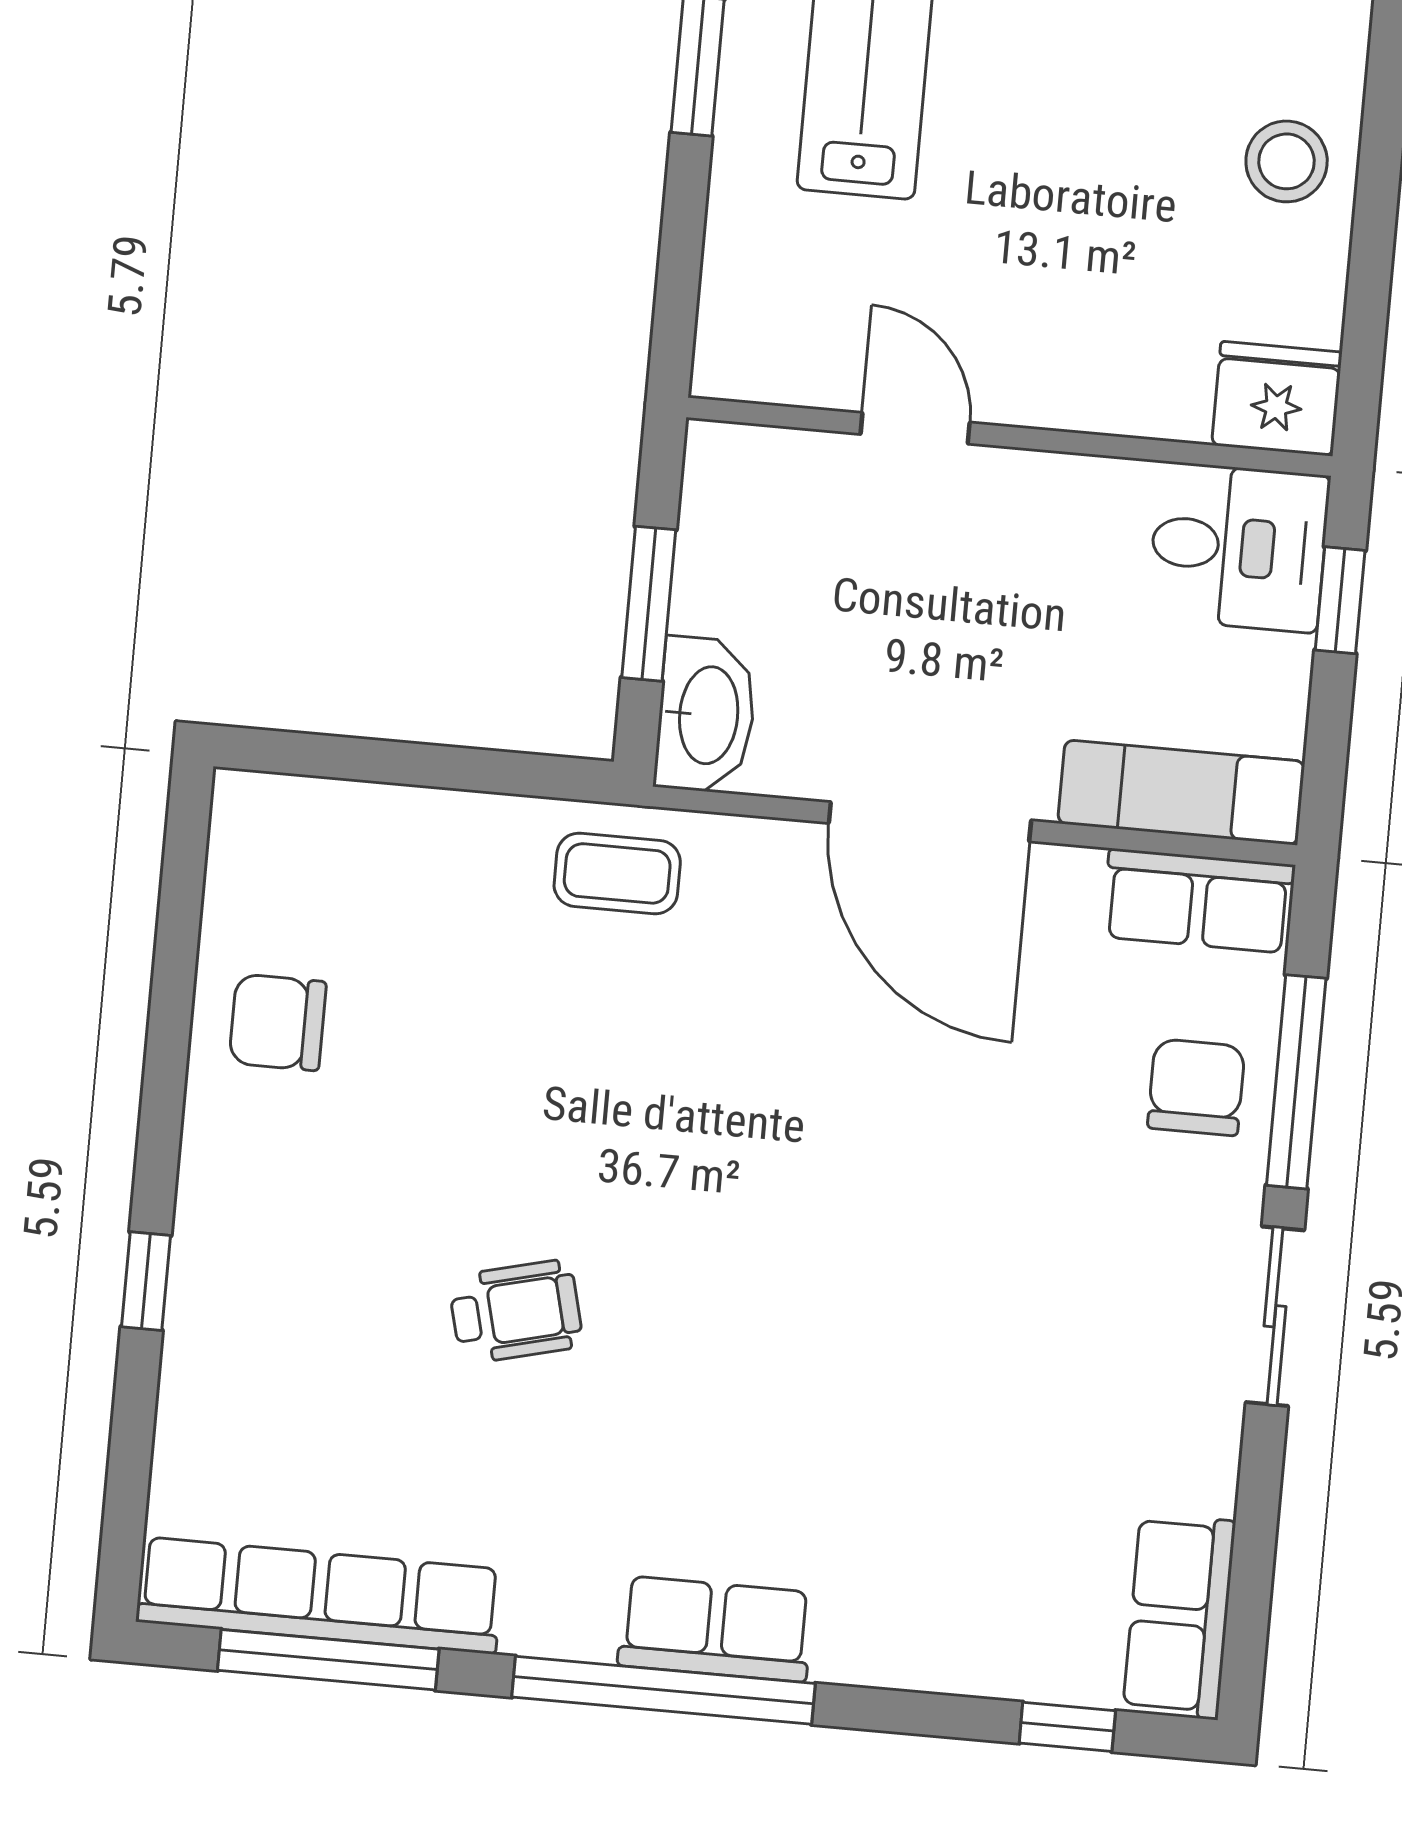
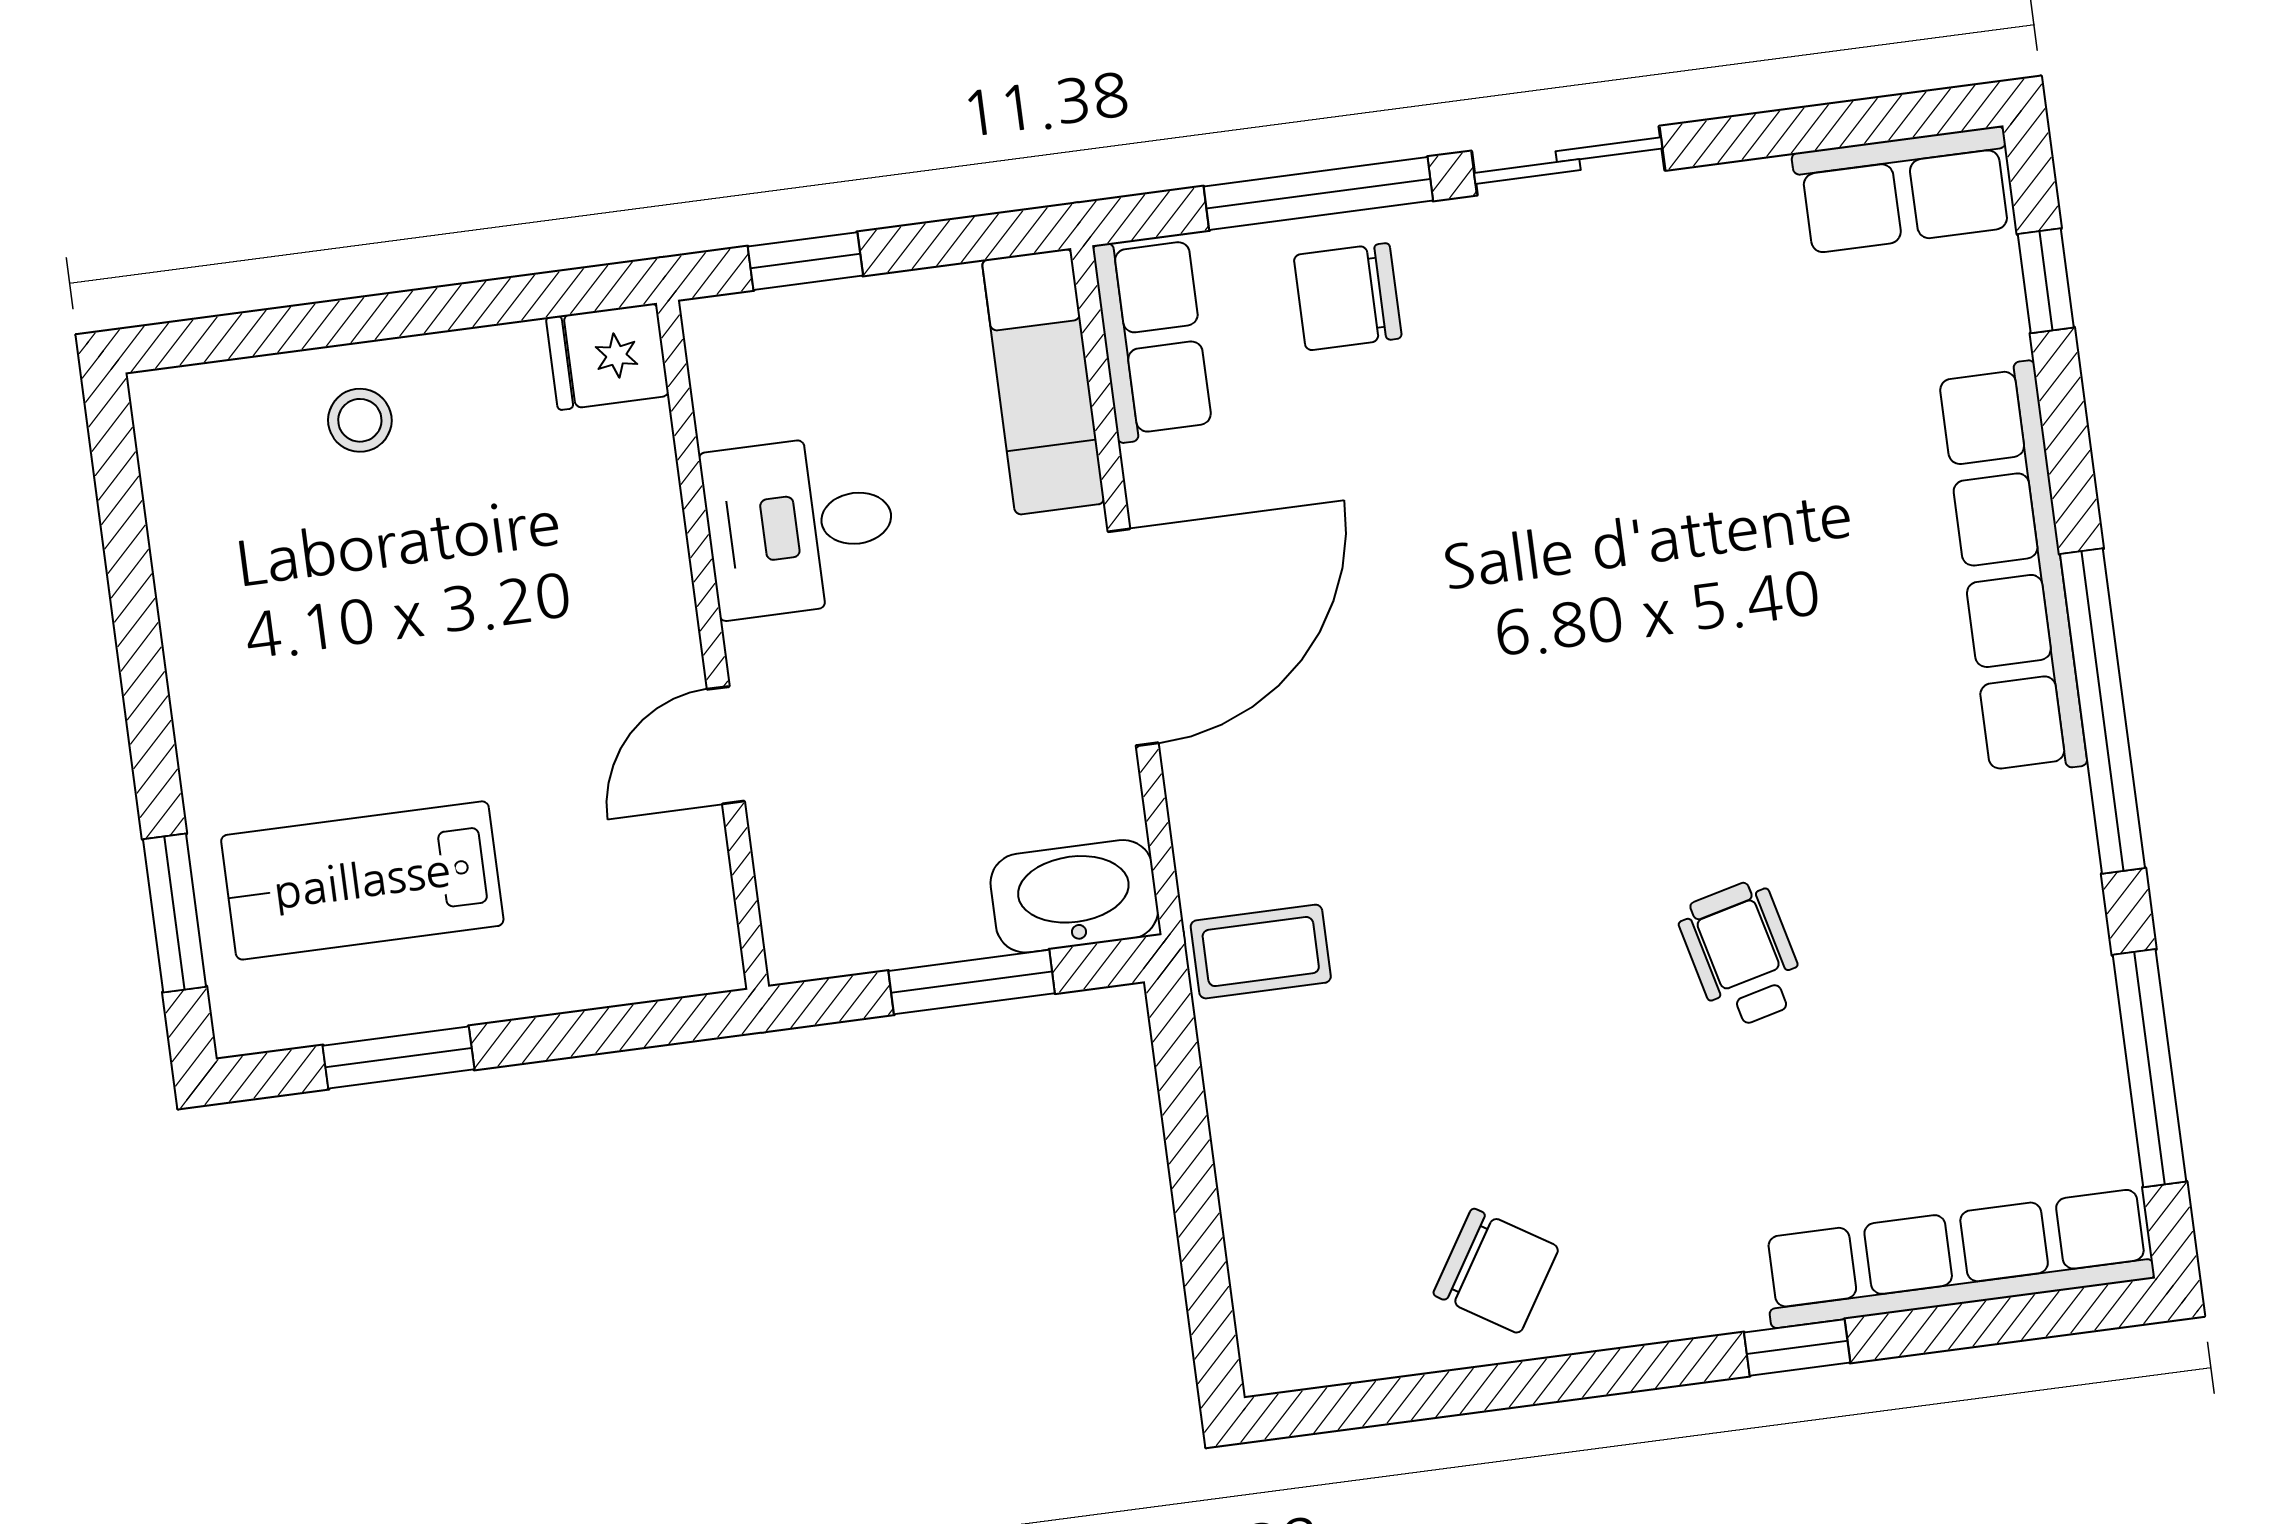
stool: (1287, 161) -> (360, 420), width x0.73, depth x0.73
fridge: (1277, 399) -> (607, 357), width x0.72
desk: (1239, 547) -> (800, 526), moved, turned -90
coffee table: (617, 873) -> (1261, 952), turned 90
chair: (278, 1022) -> (1496, 1271), turned -58
row of seats: (319, 1595) -> (1957, 1258), moved, turned 90
row of seats: (715, 1629) -> (2013, 569), width x2.02

